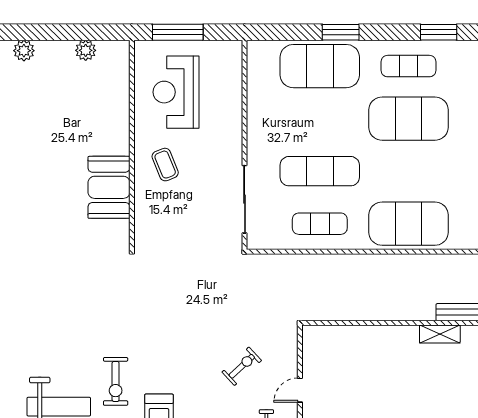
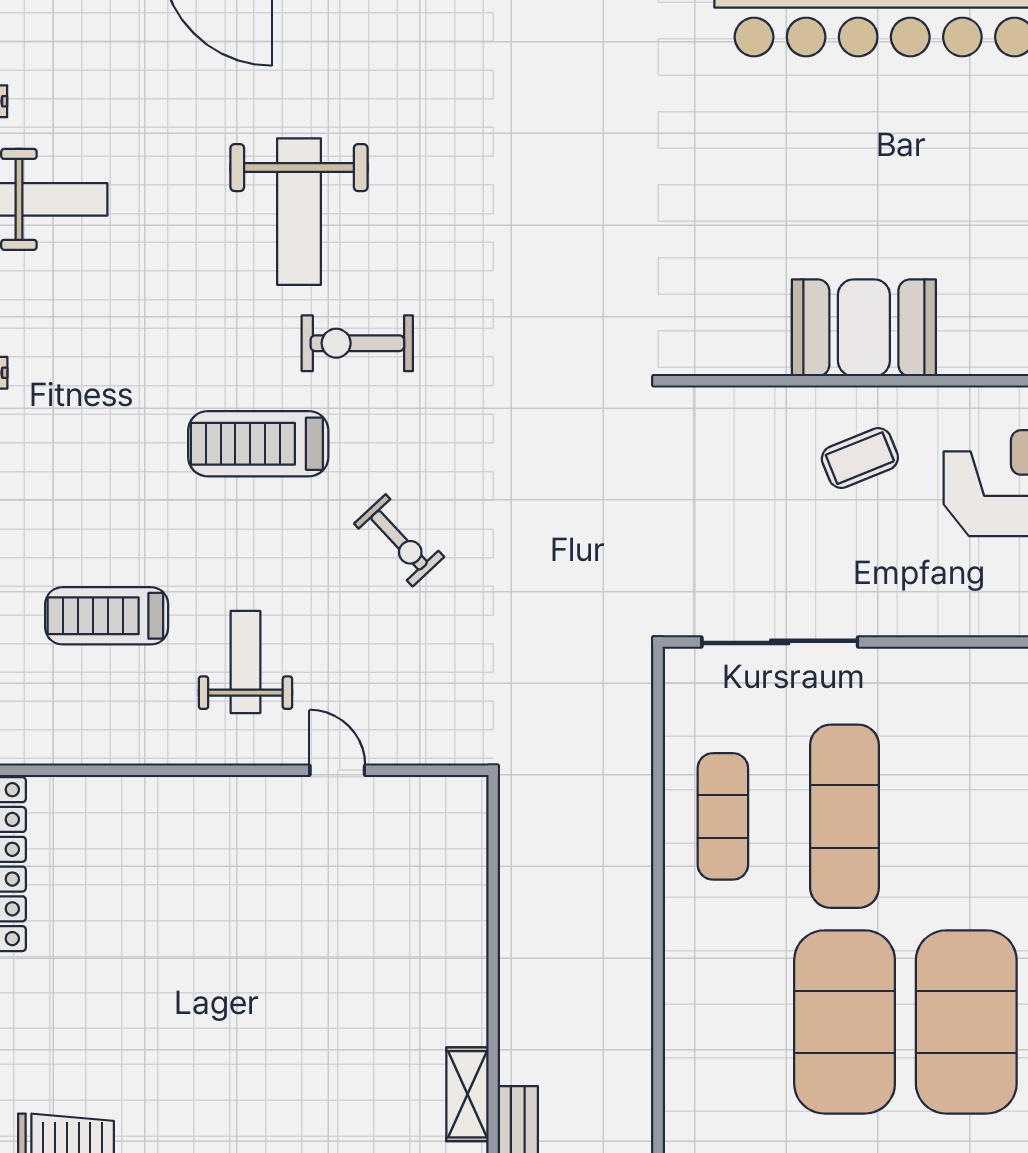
booth: (109, 187) -> (864, 328), moved
exercise mat: (409, 224) -> (845, 1022), moved
exercise bike: (242, 366) -> (399, 540), moved

